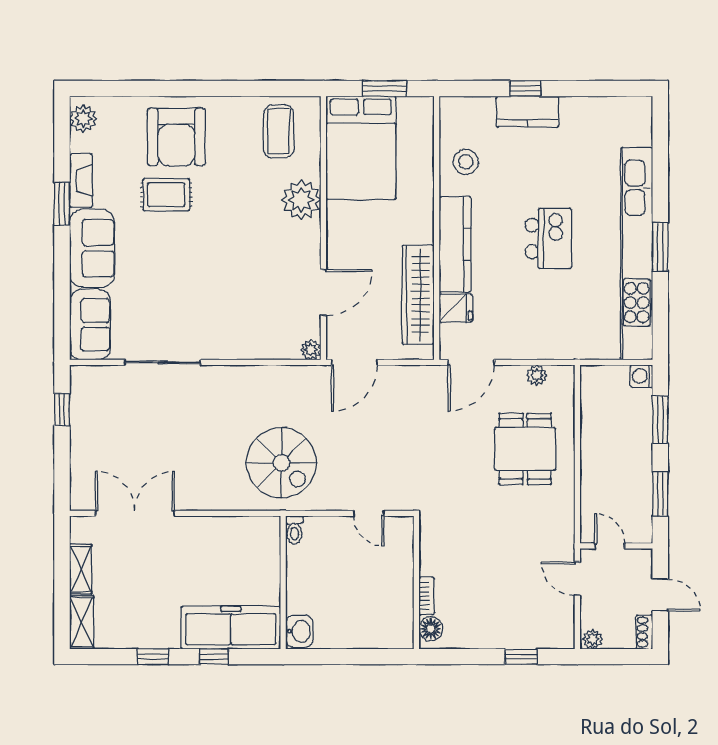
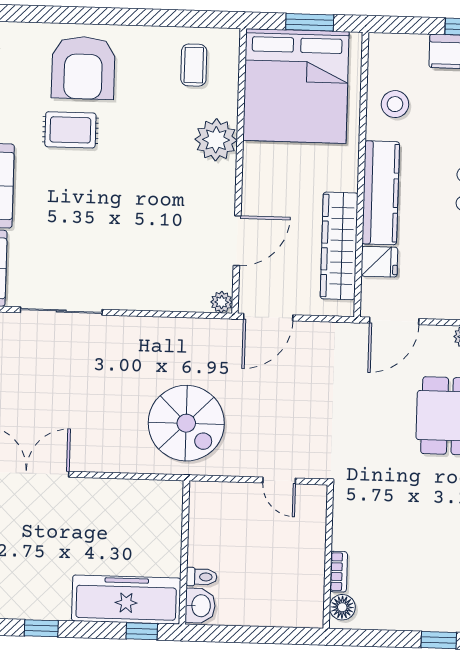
coffee table: (279, 131) -> (194, 65), width x0.73, depth x0.77
bed: (361, 148) -> (296, 86), width x1.36
toilet: (294, 530) -> (202, 577), moved, turned -90
window: (214, 657) -> (142, 631), moved

